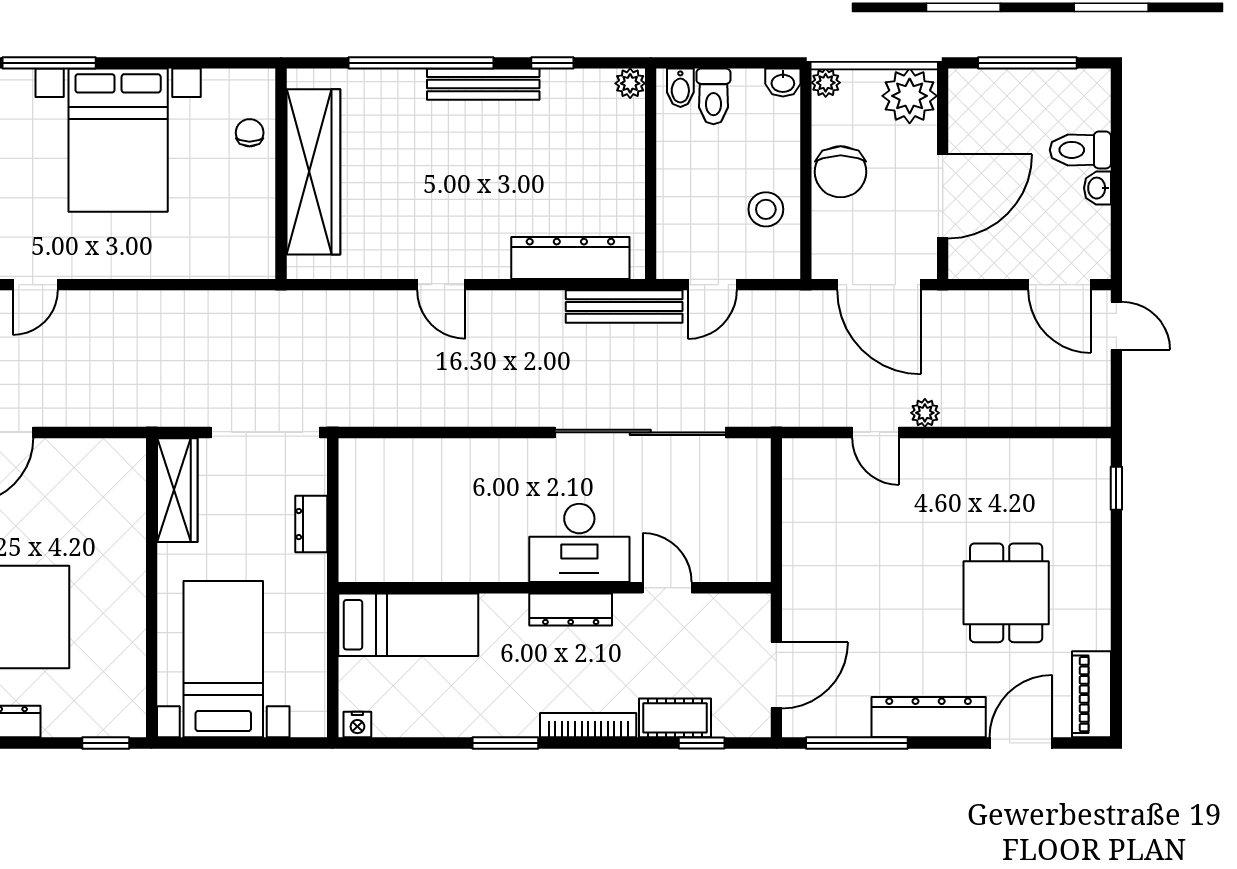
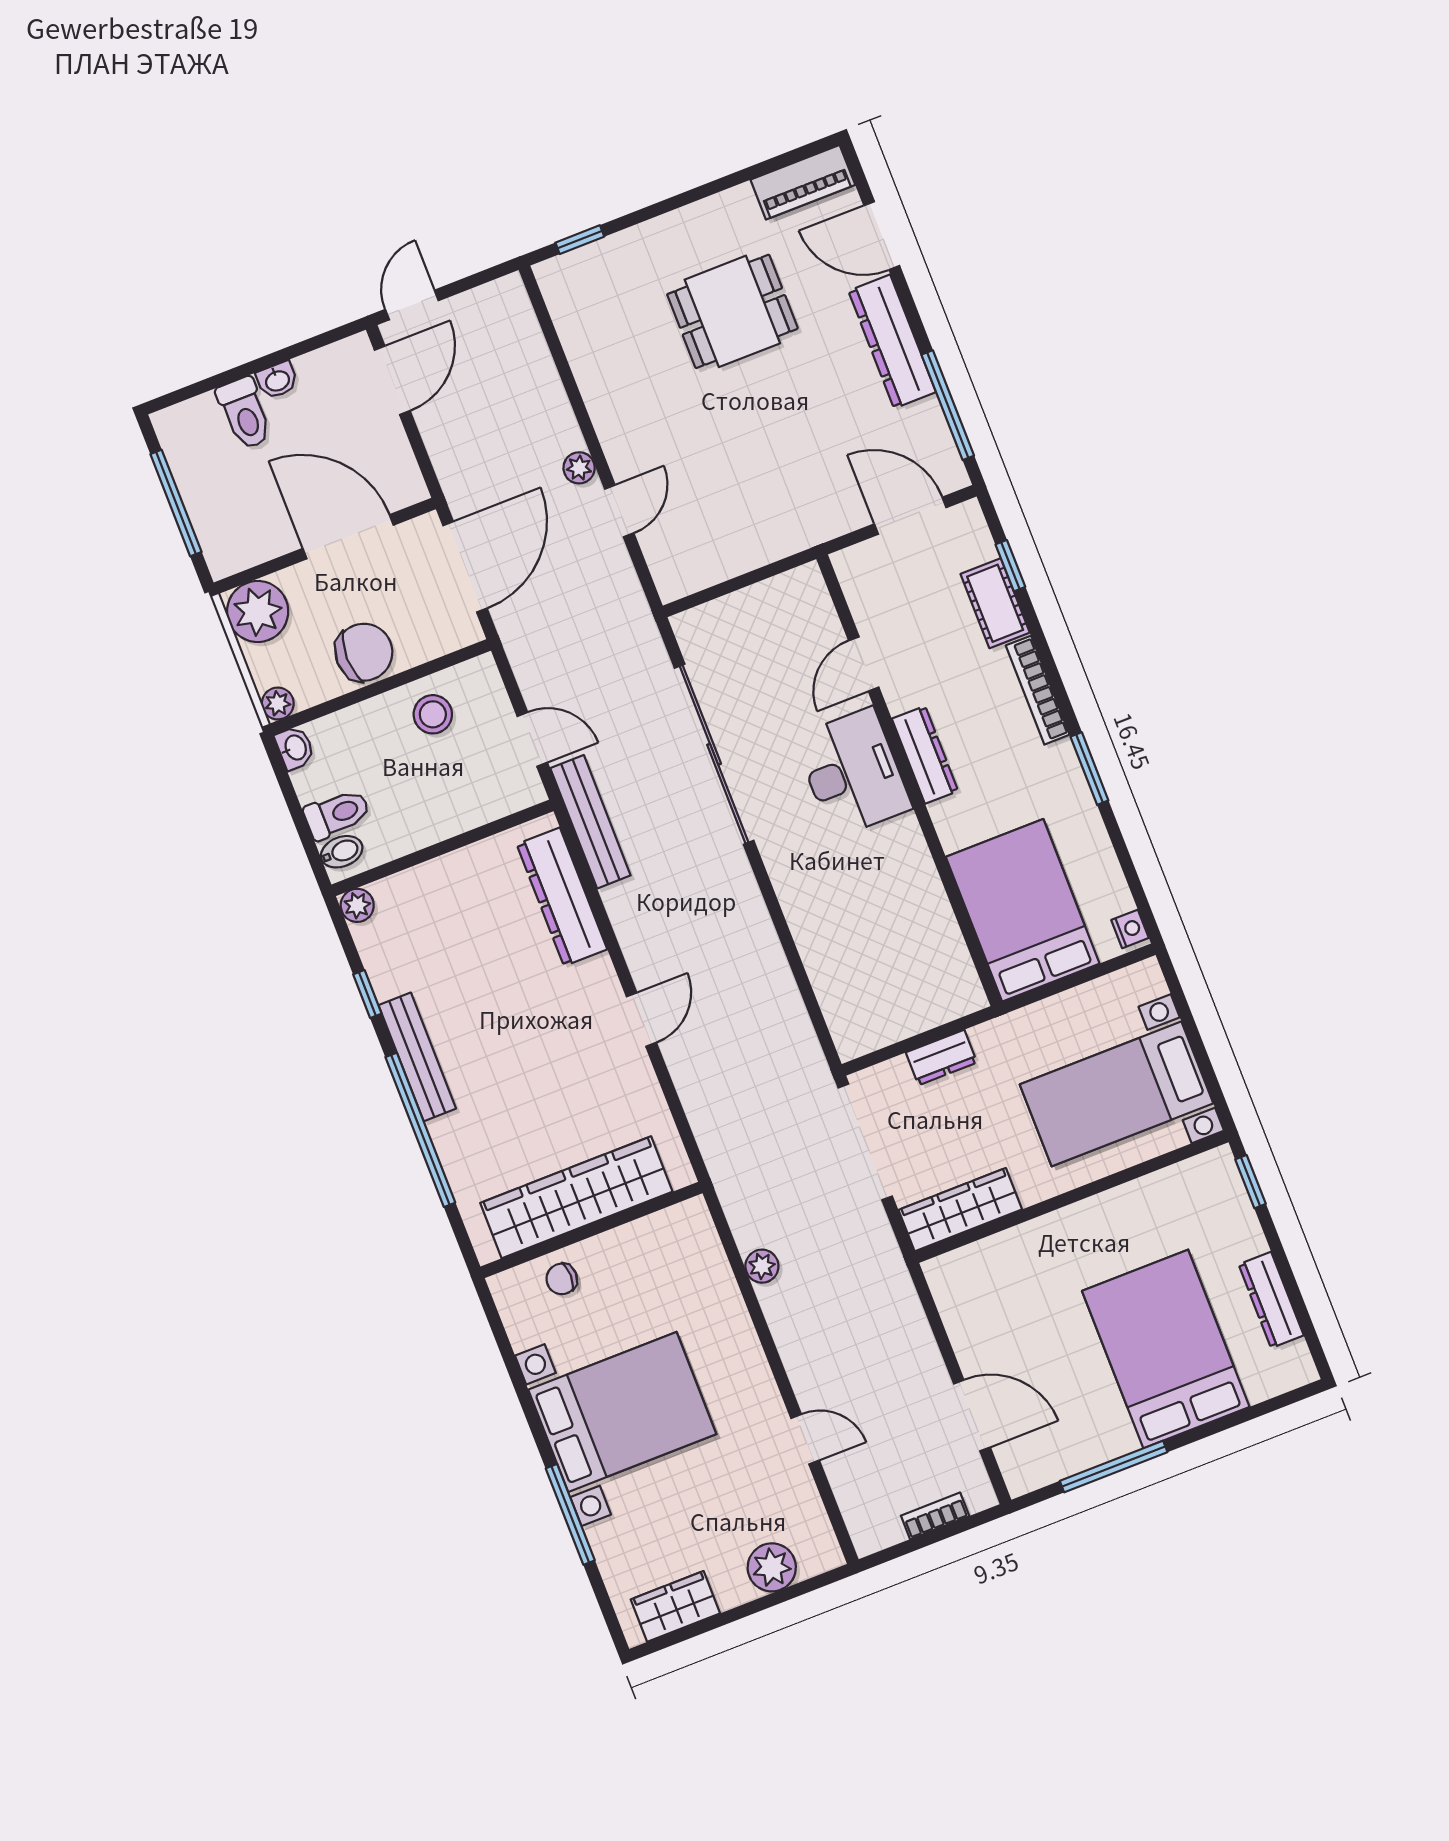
plant: (195, 305) -> (762, 1266), added
bed: (408, 625) -> (1023, 910), width x1.50

